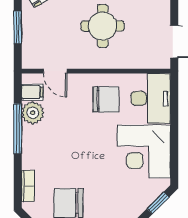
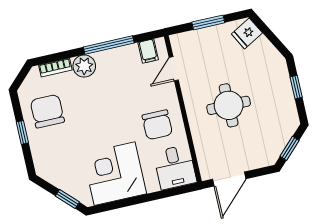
desk: (151, 98) -> (175, 167), width x0.73
plant: (33, 113) -> (84, 66), moved

